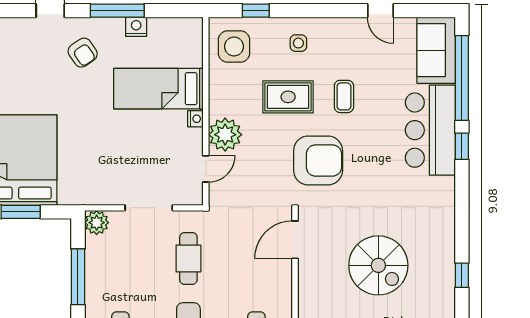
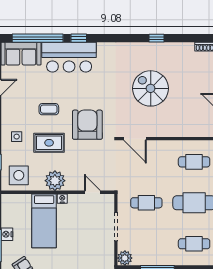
rug: (288, 97) -> (49, 143), turned 90
plant: (225, 135) -> (55, 181), moved
spiral stairs: (378, 265) -> (151, 88), turned -90

